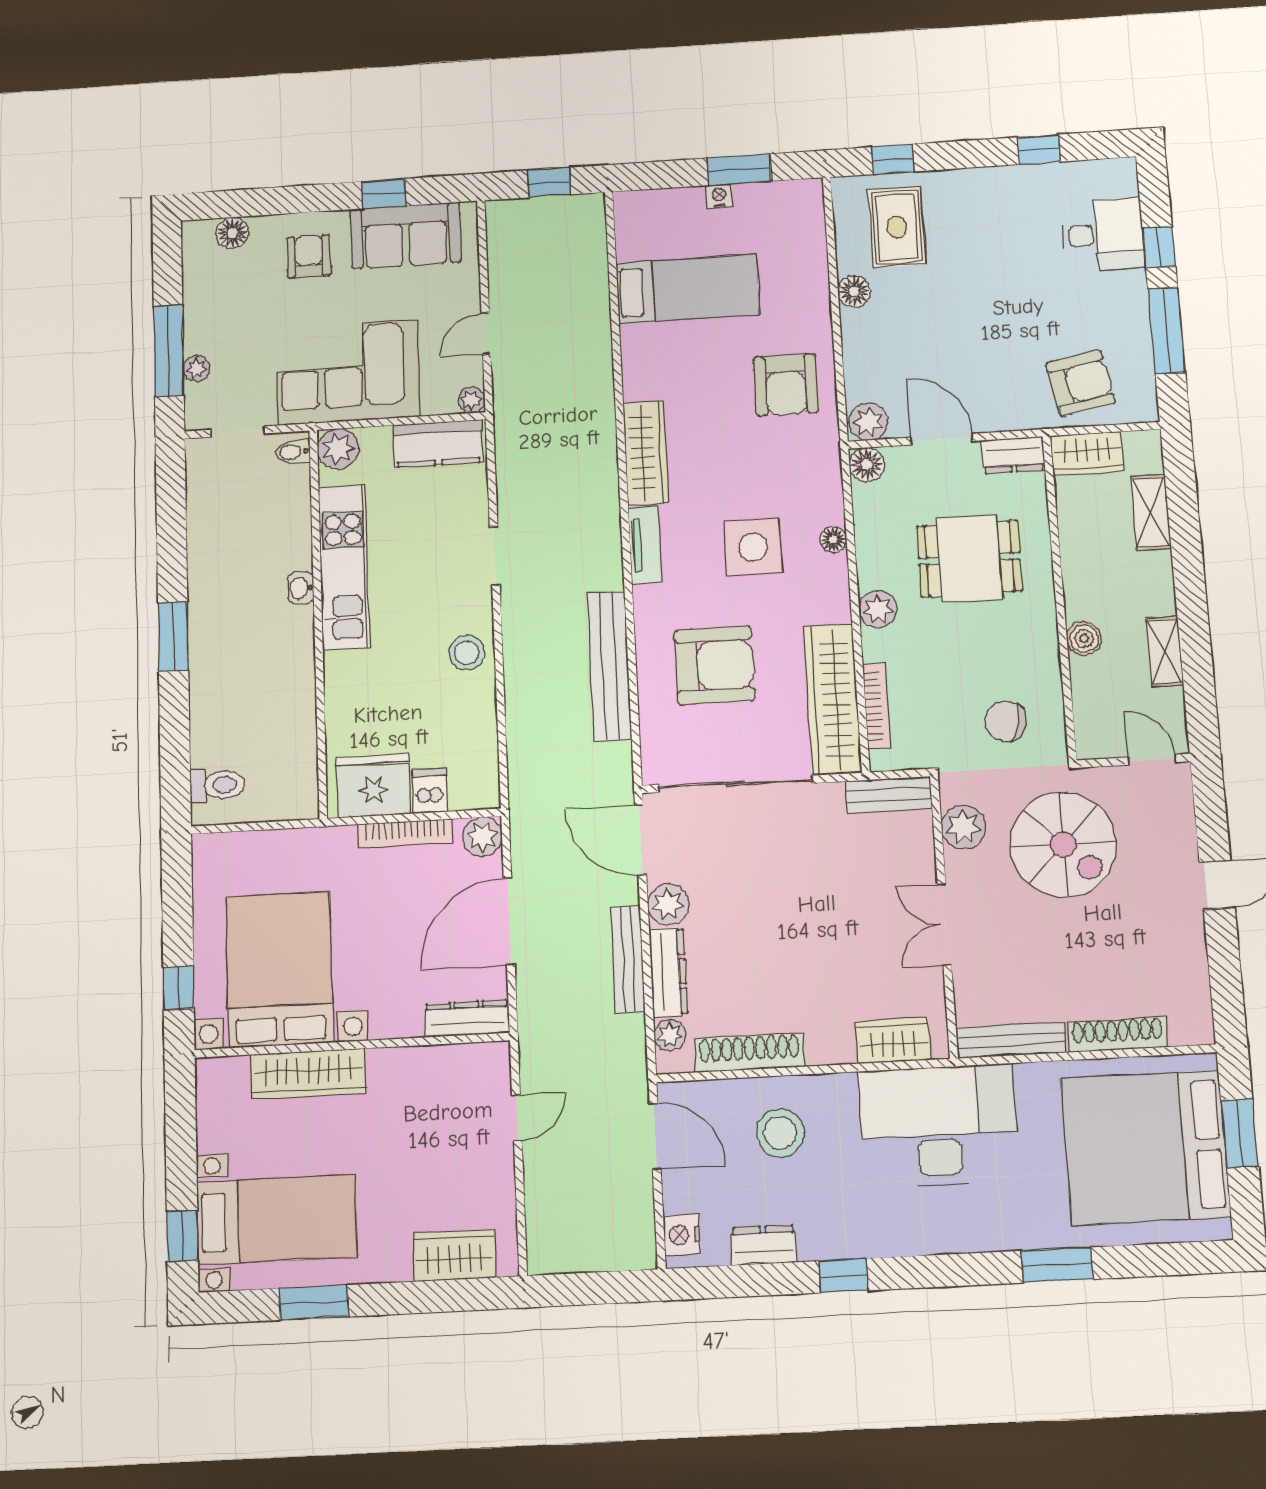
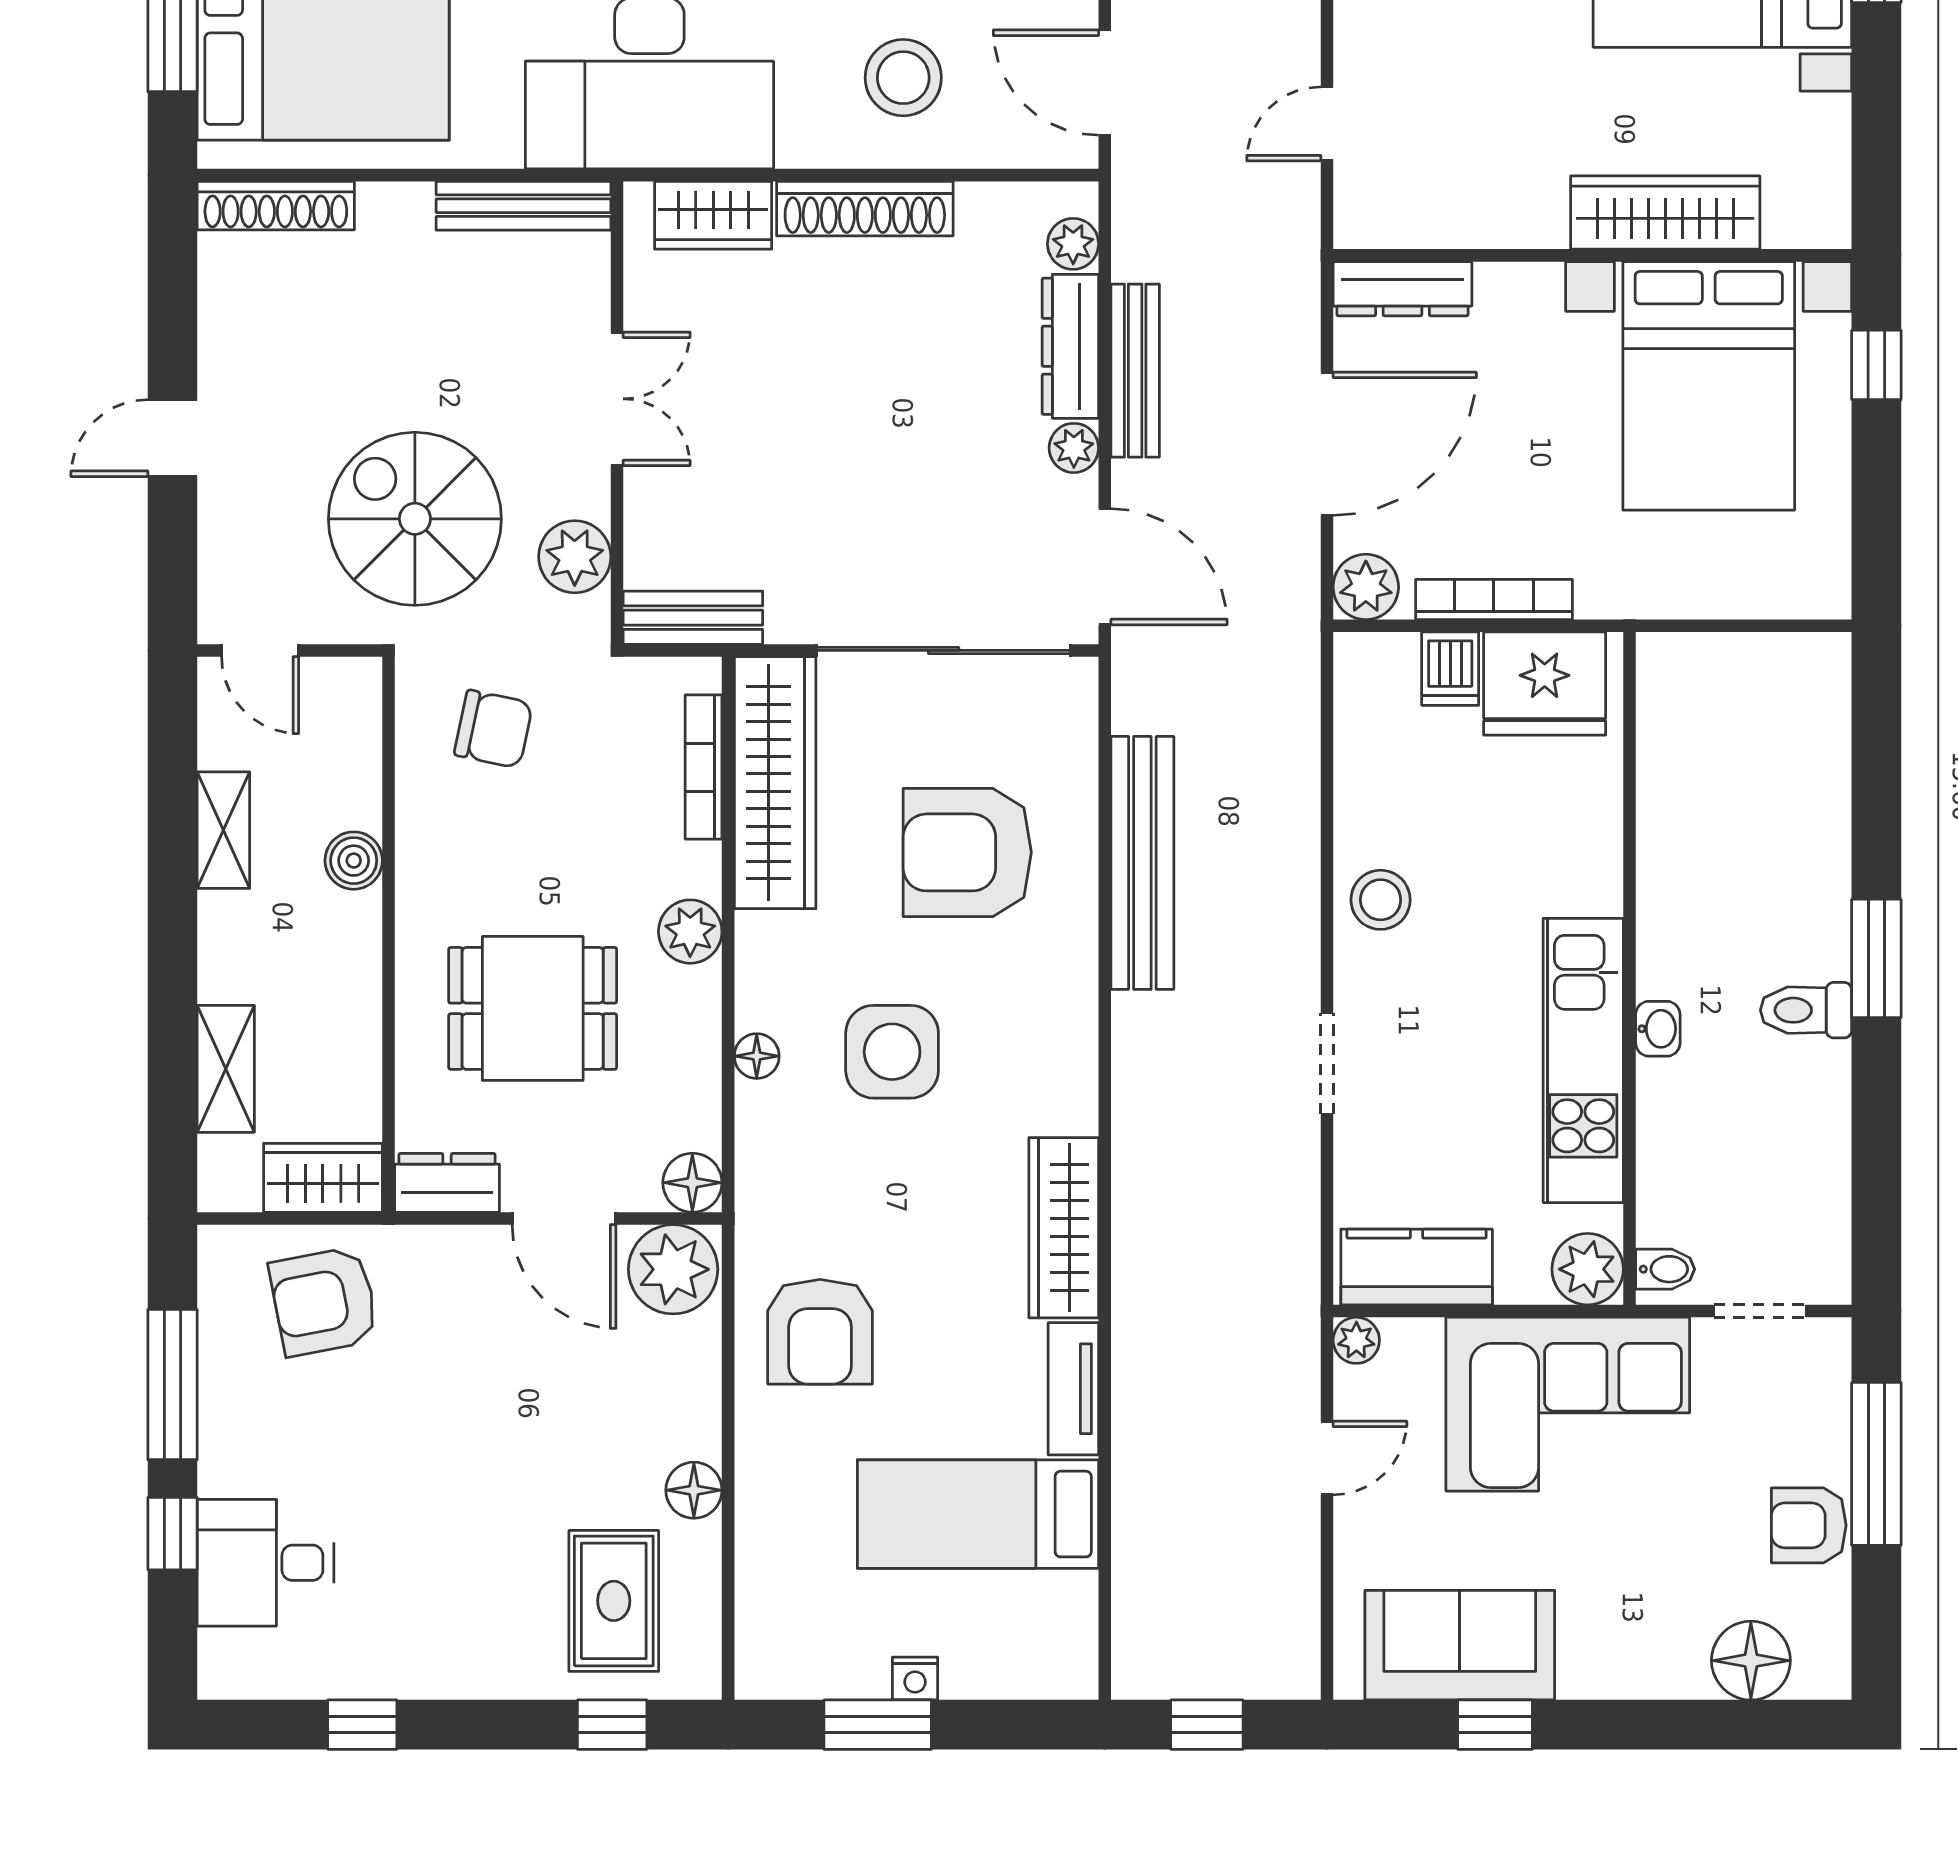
floor lamp: (232, 233) -> (1751, 1661), width x1.38, depth x1.38
armchair: (309, 256) -> (1809, 1525), moved, turned 90
plant: (196, 369) -> (1829, 1429), removed
armchair: (786, 385) -> (820, 1332), turned 180
plant: (868, 422) -> (673, 1269), width x1.36, depth x1.36
tv unit: (645, 545) -> (1073, 1389), moved
toilet: (217, 785) -> (1806, 1010), moved
plant: (668, 904) -> (1074, 448), width x0.73, depth x0.73
shoe rack: (1118, 1035) -> (276, 206), moved
shoe rack: (749, 1053) -> (865, 209), moved

